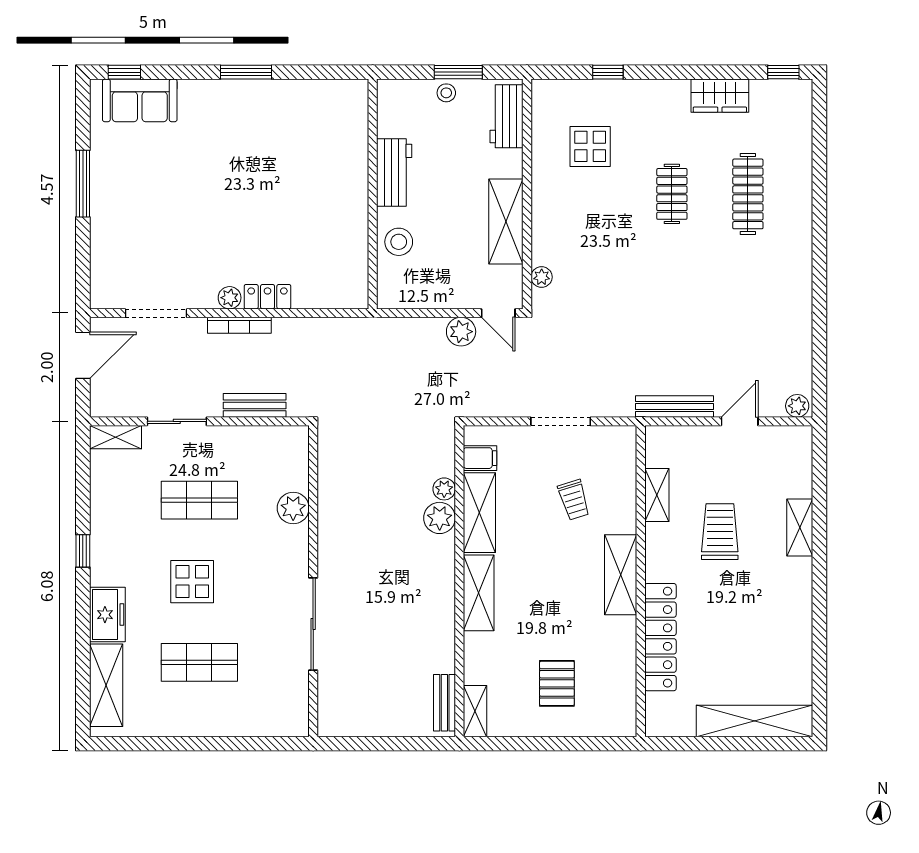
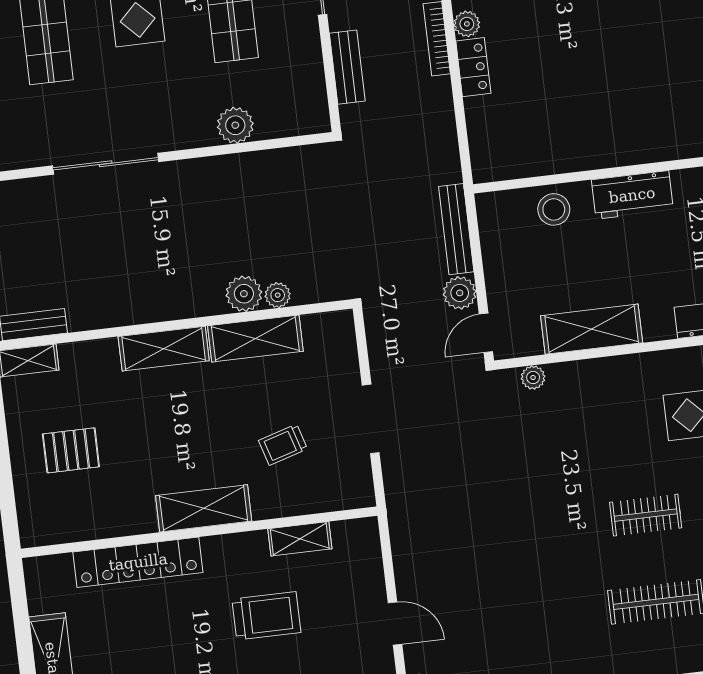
bench: (674, 407) -> (456, 229), moved
filing cabinet: (480, 458) -> (318, 332), removed

